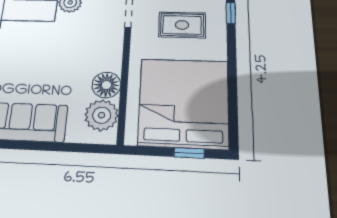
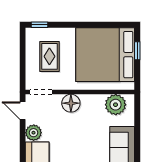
floor lamp: (106, 85) -> (71, 103), moved

